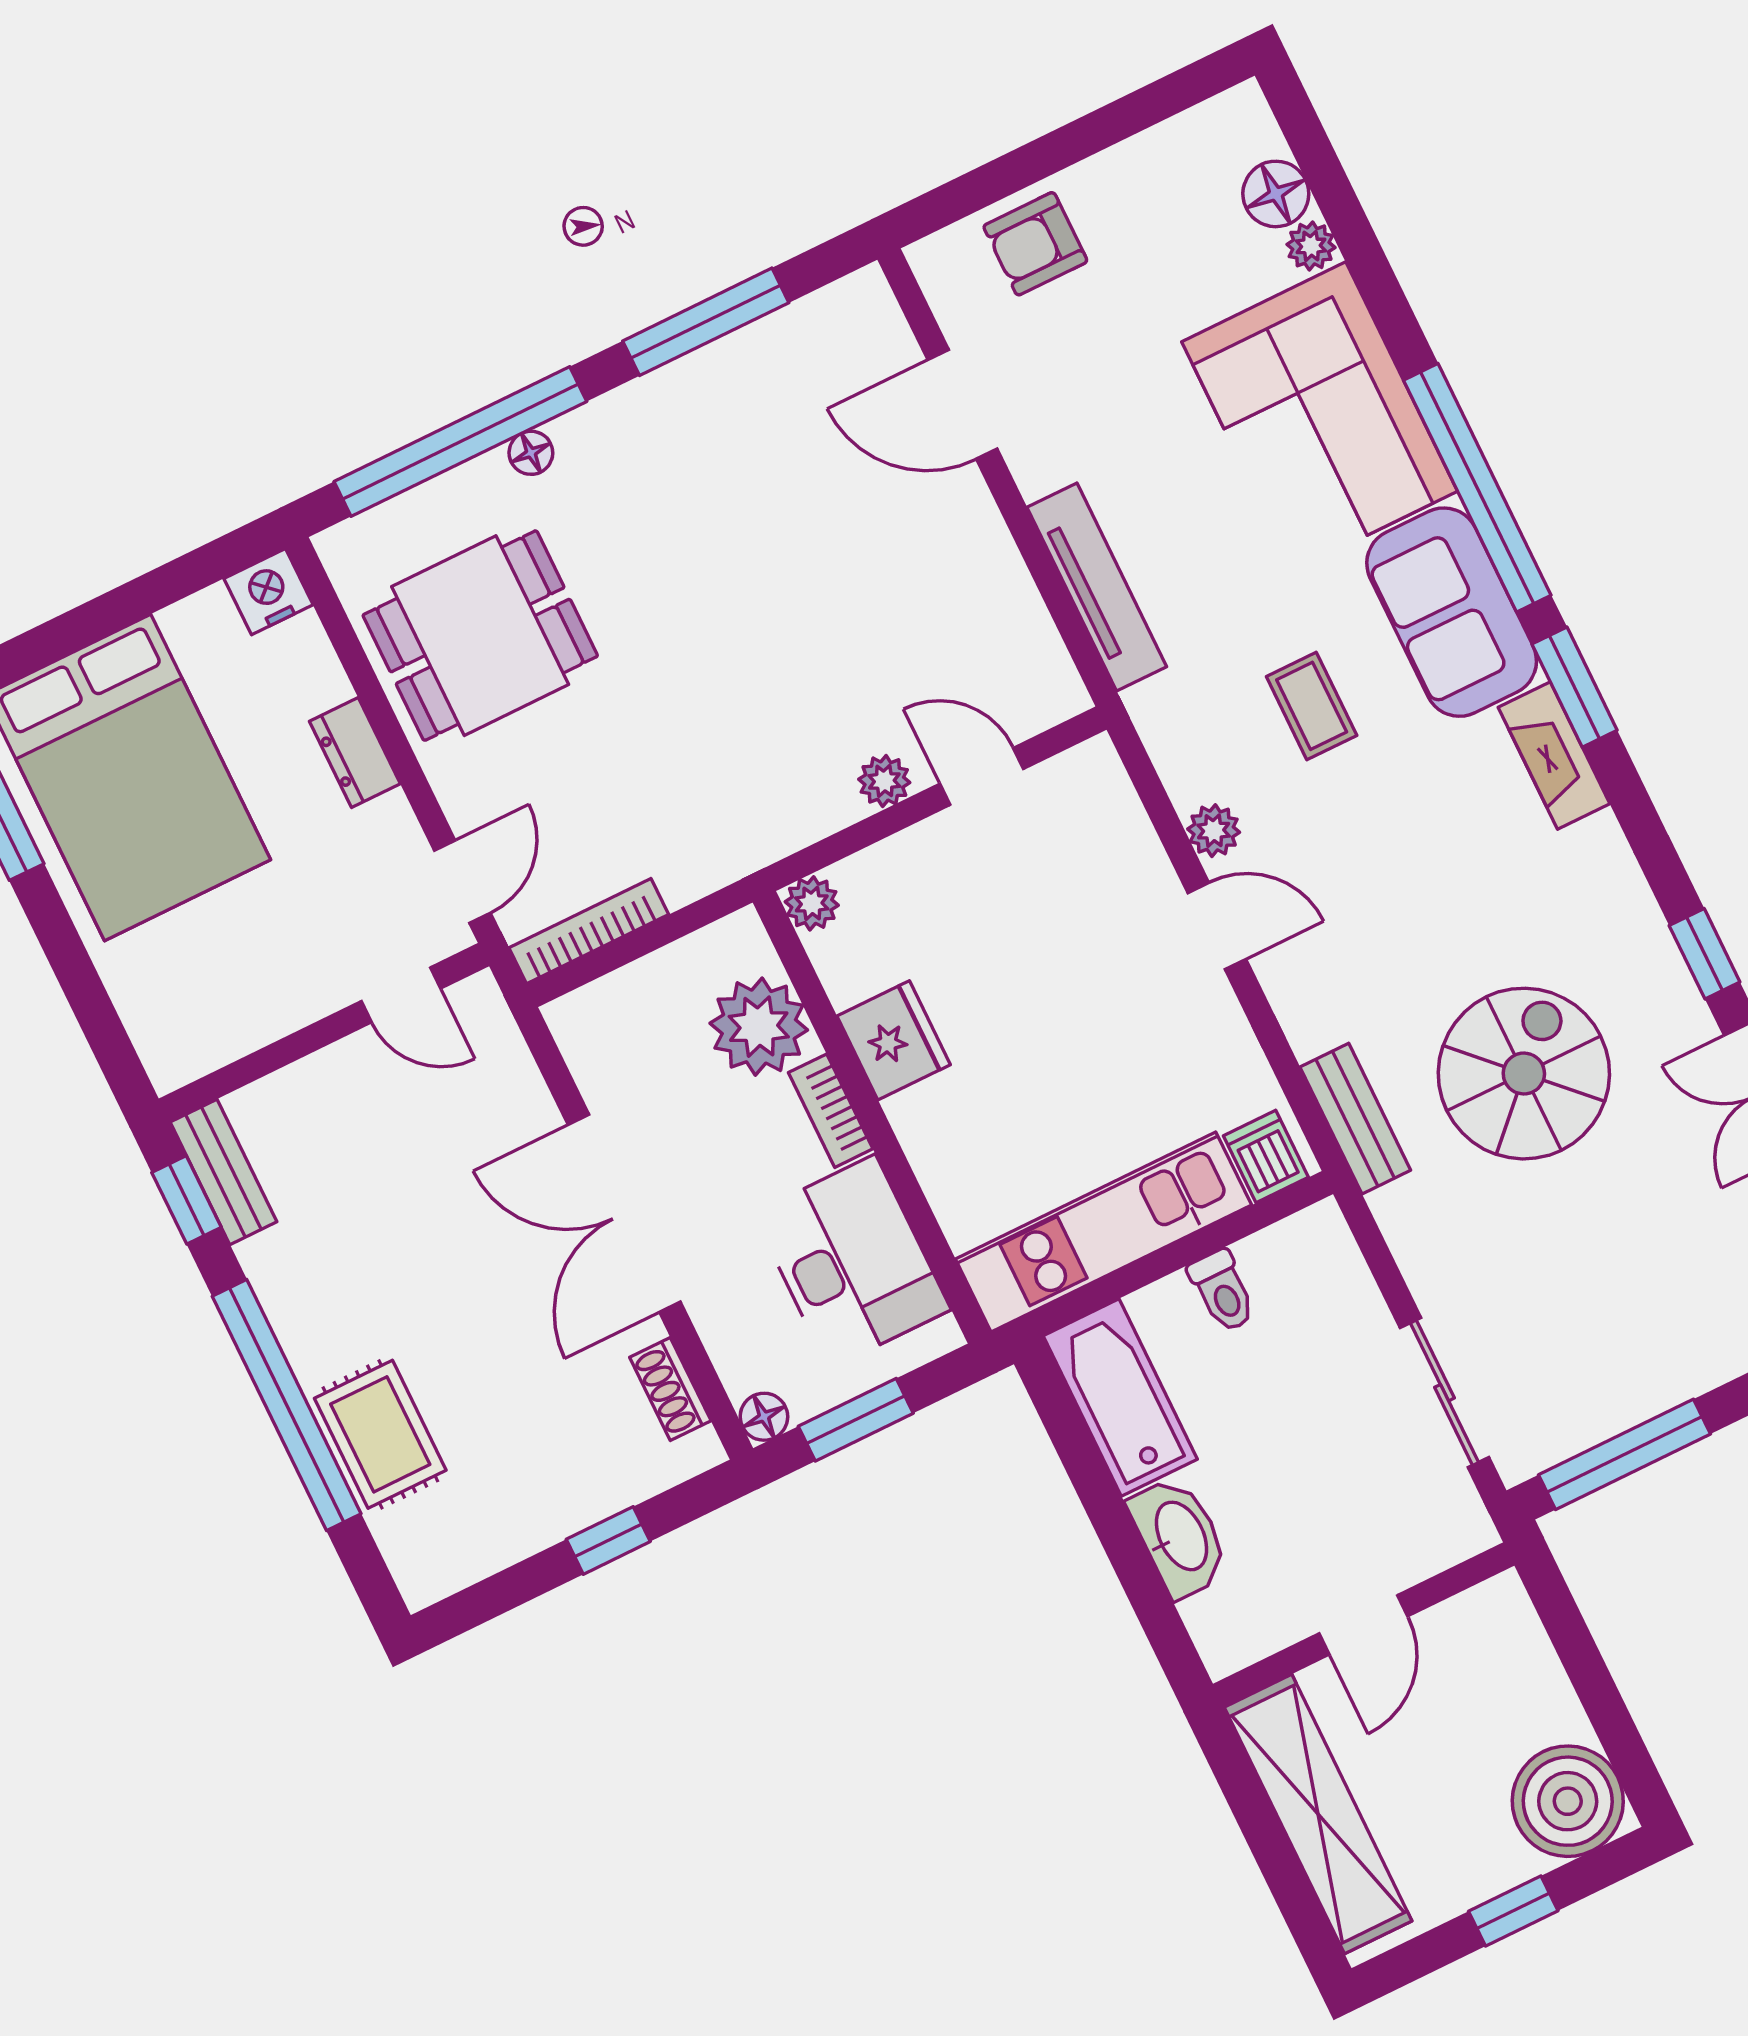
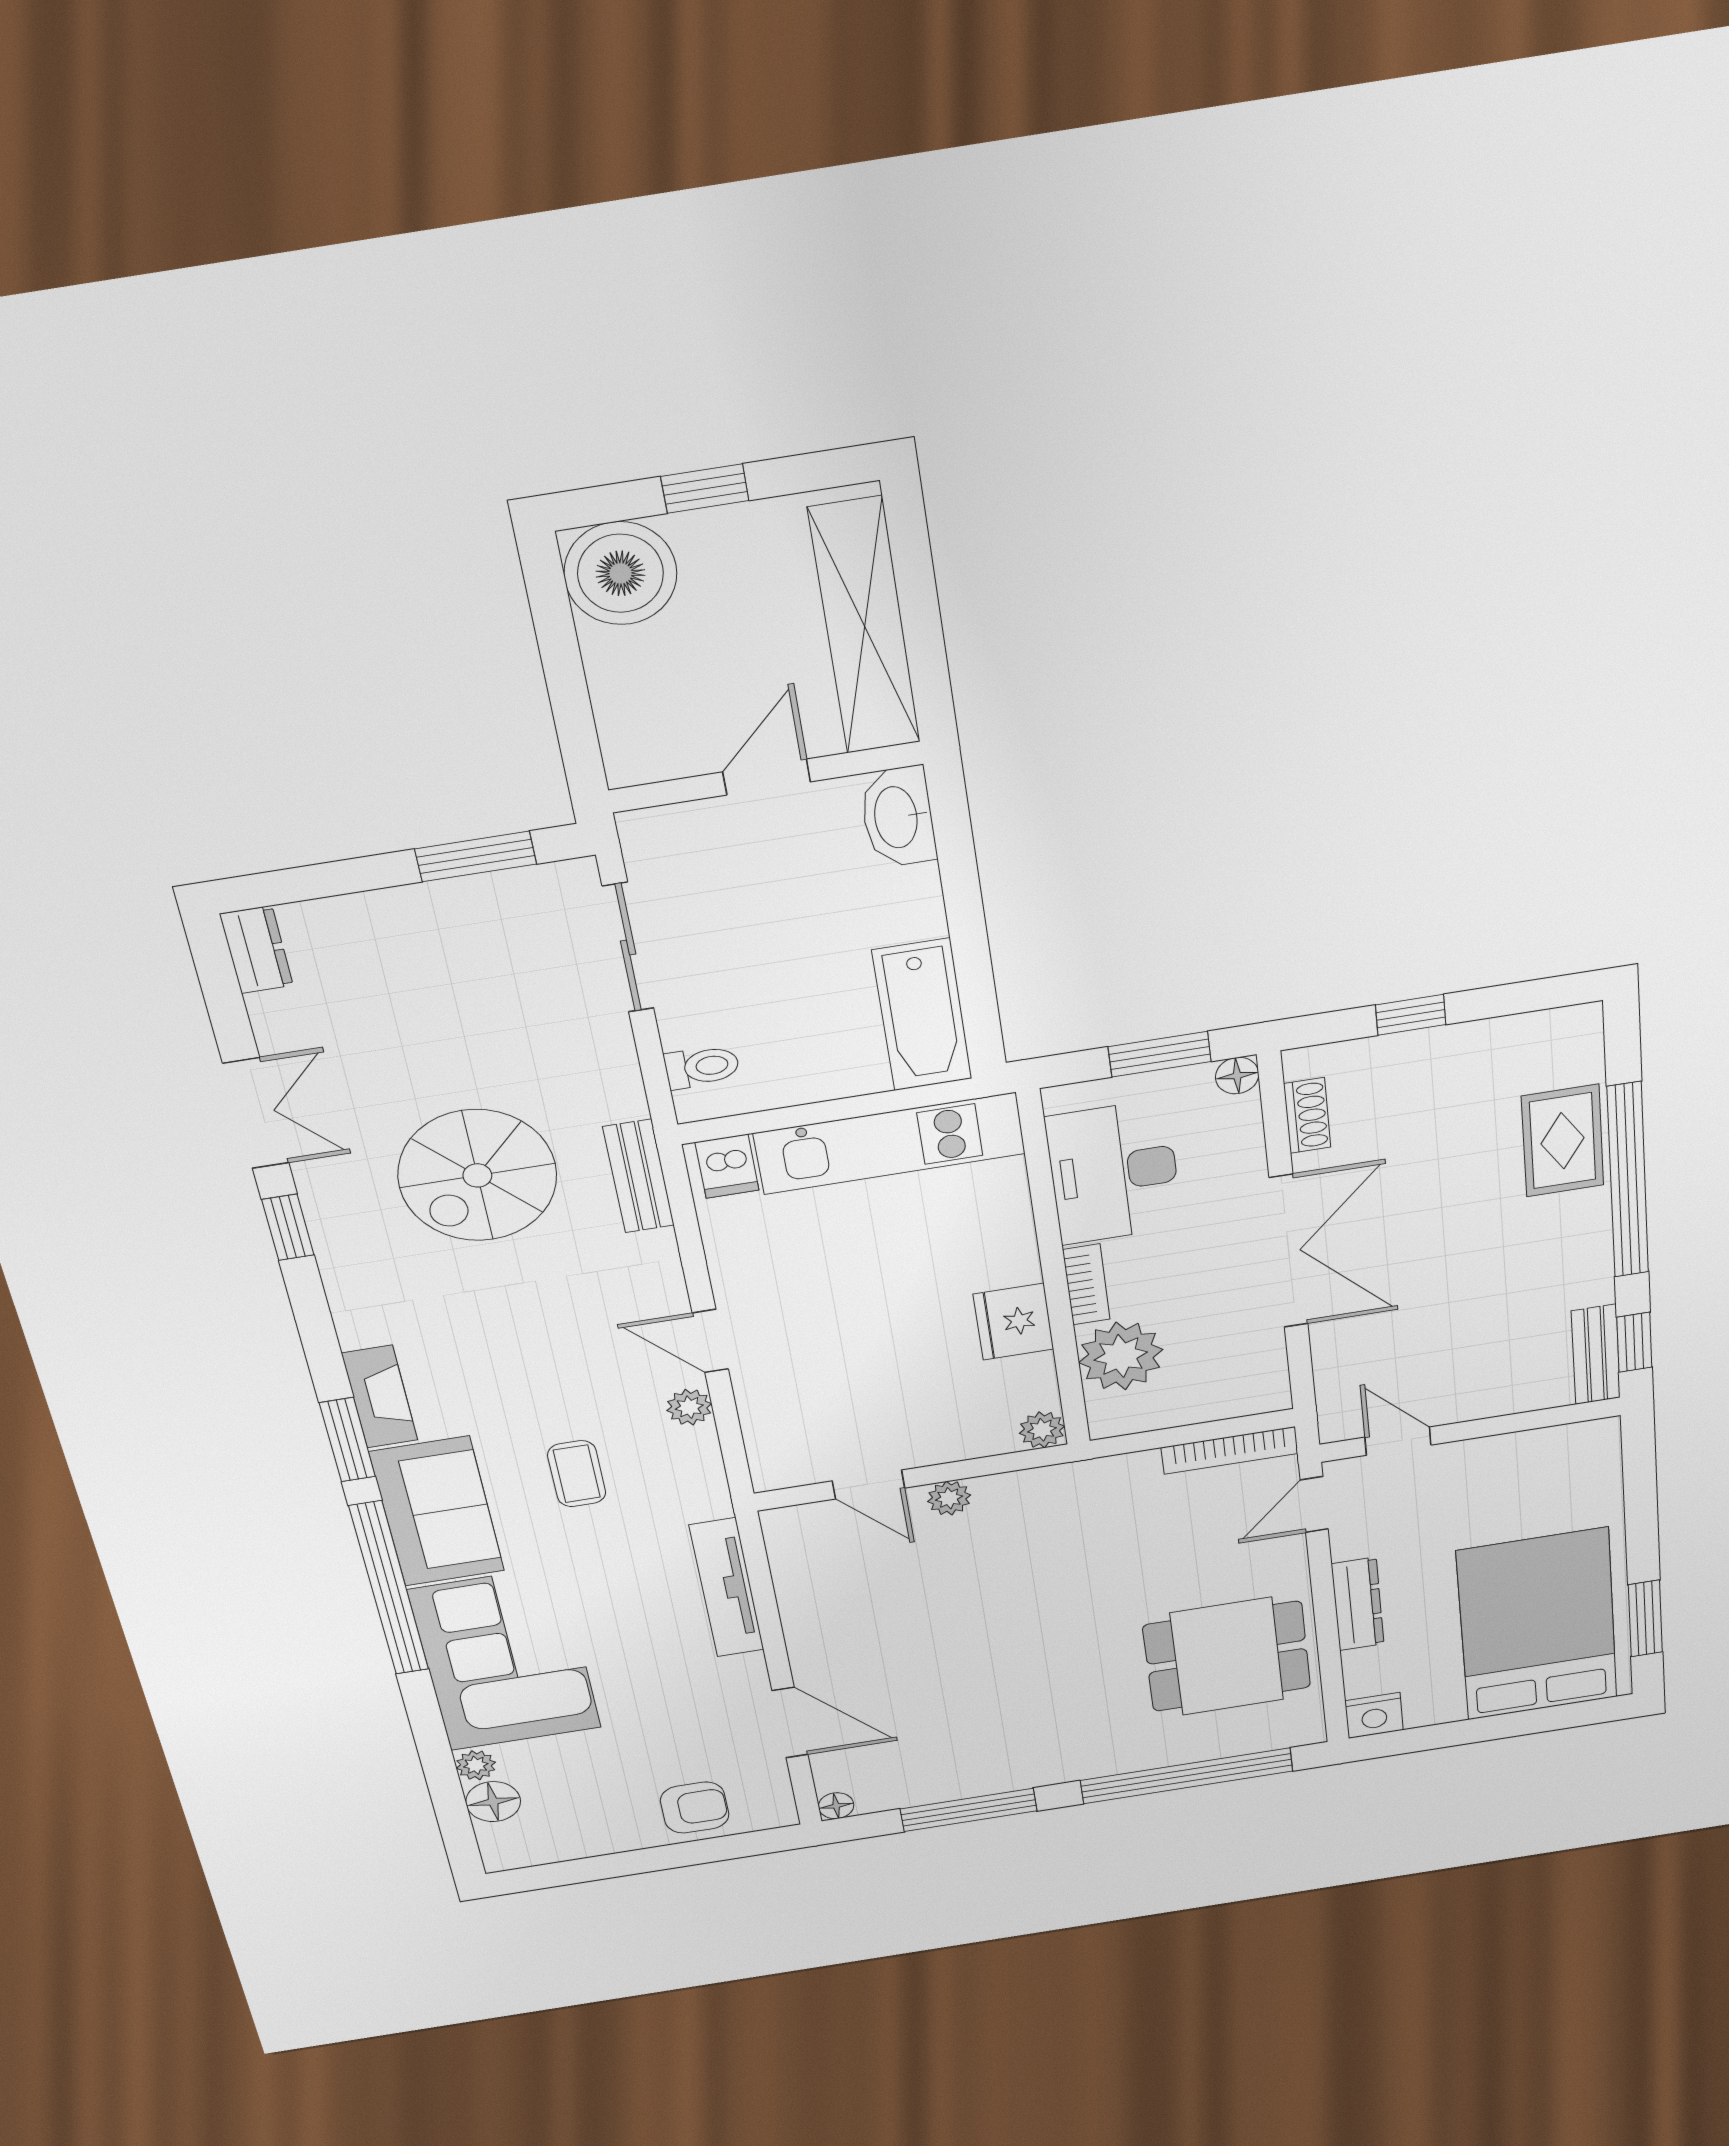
floor lamp: (531, 453) -> (836, 1806), moved
dresser: (355, 752) -> (1358, 1604), width x1.44
toilet: (1222, 1291) -> (702, 1067), moved, turned 90
window: (1625, 1454) -> (476, 857), width x0.69
washbasin: (1180, 1537) -> (898, 817), moved

